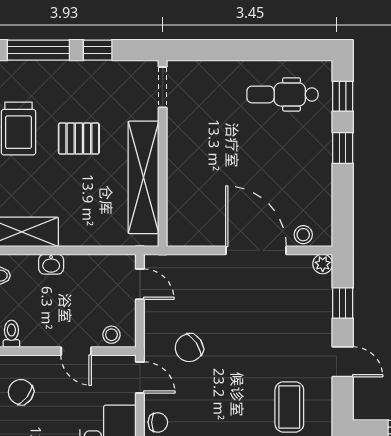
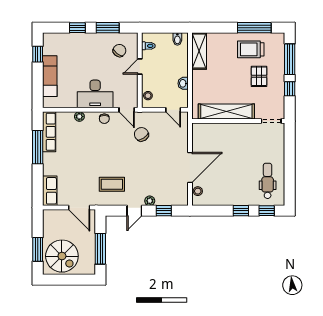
pallet: (79, 138) -> (259, 76), moved
washbasin: (51, 264) -> (183, 83), moved
plant: (323, 264) -> (150, 201), moved
door: (140, 284) -> (173, 110), hinge flipped
door: (76, 351) -> (140, 66), moved
door: (140, 378) -> (127, 110), hinge flipped

